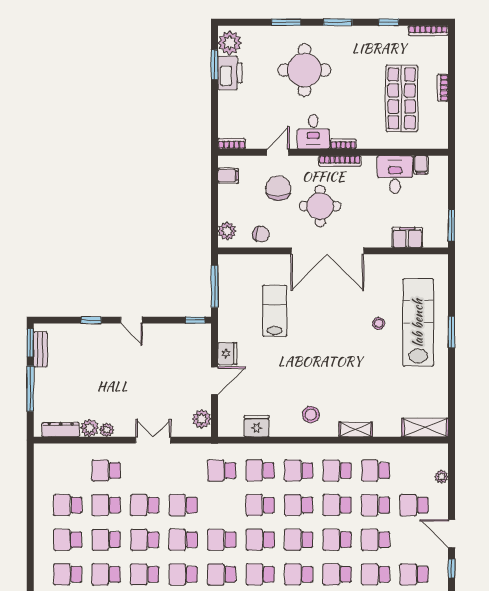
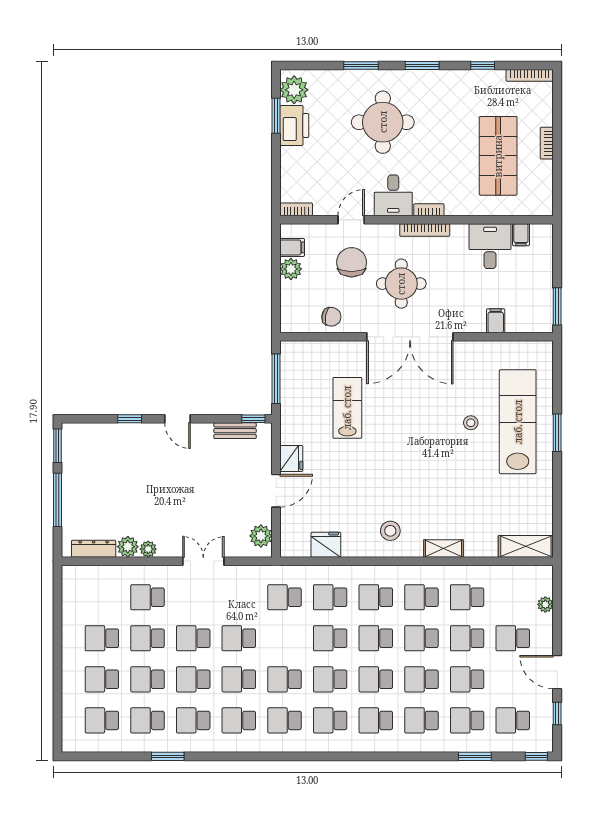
plant: (227, 231) -> (291, 269), moved
filing cabinet: (407, 237) -> (496, 321), width x0.50
bench: (40, 349) -> (235, 431), moved, turned 90

